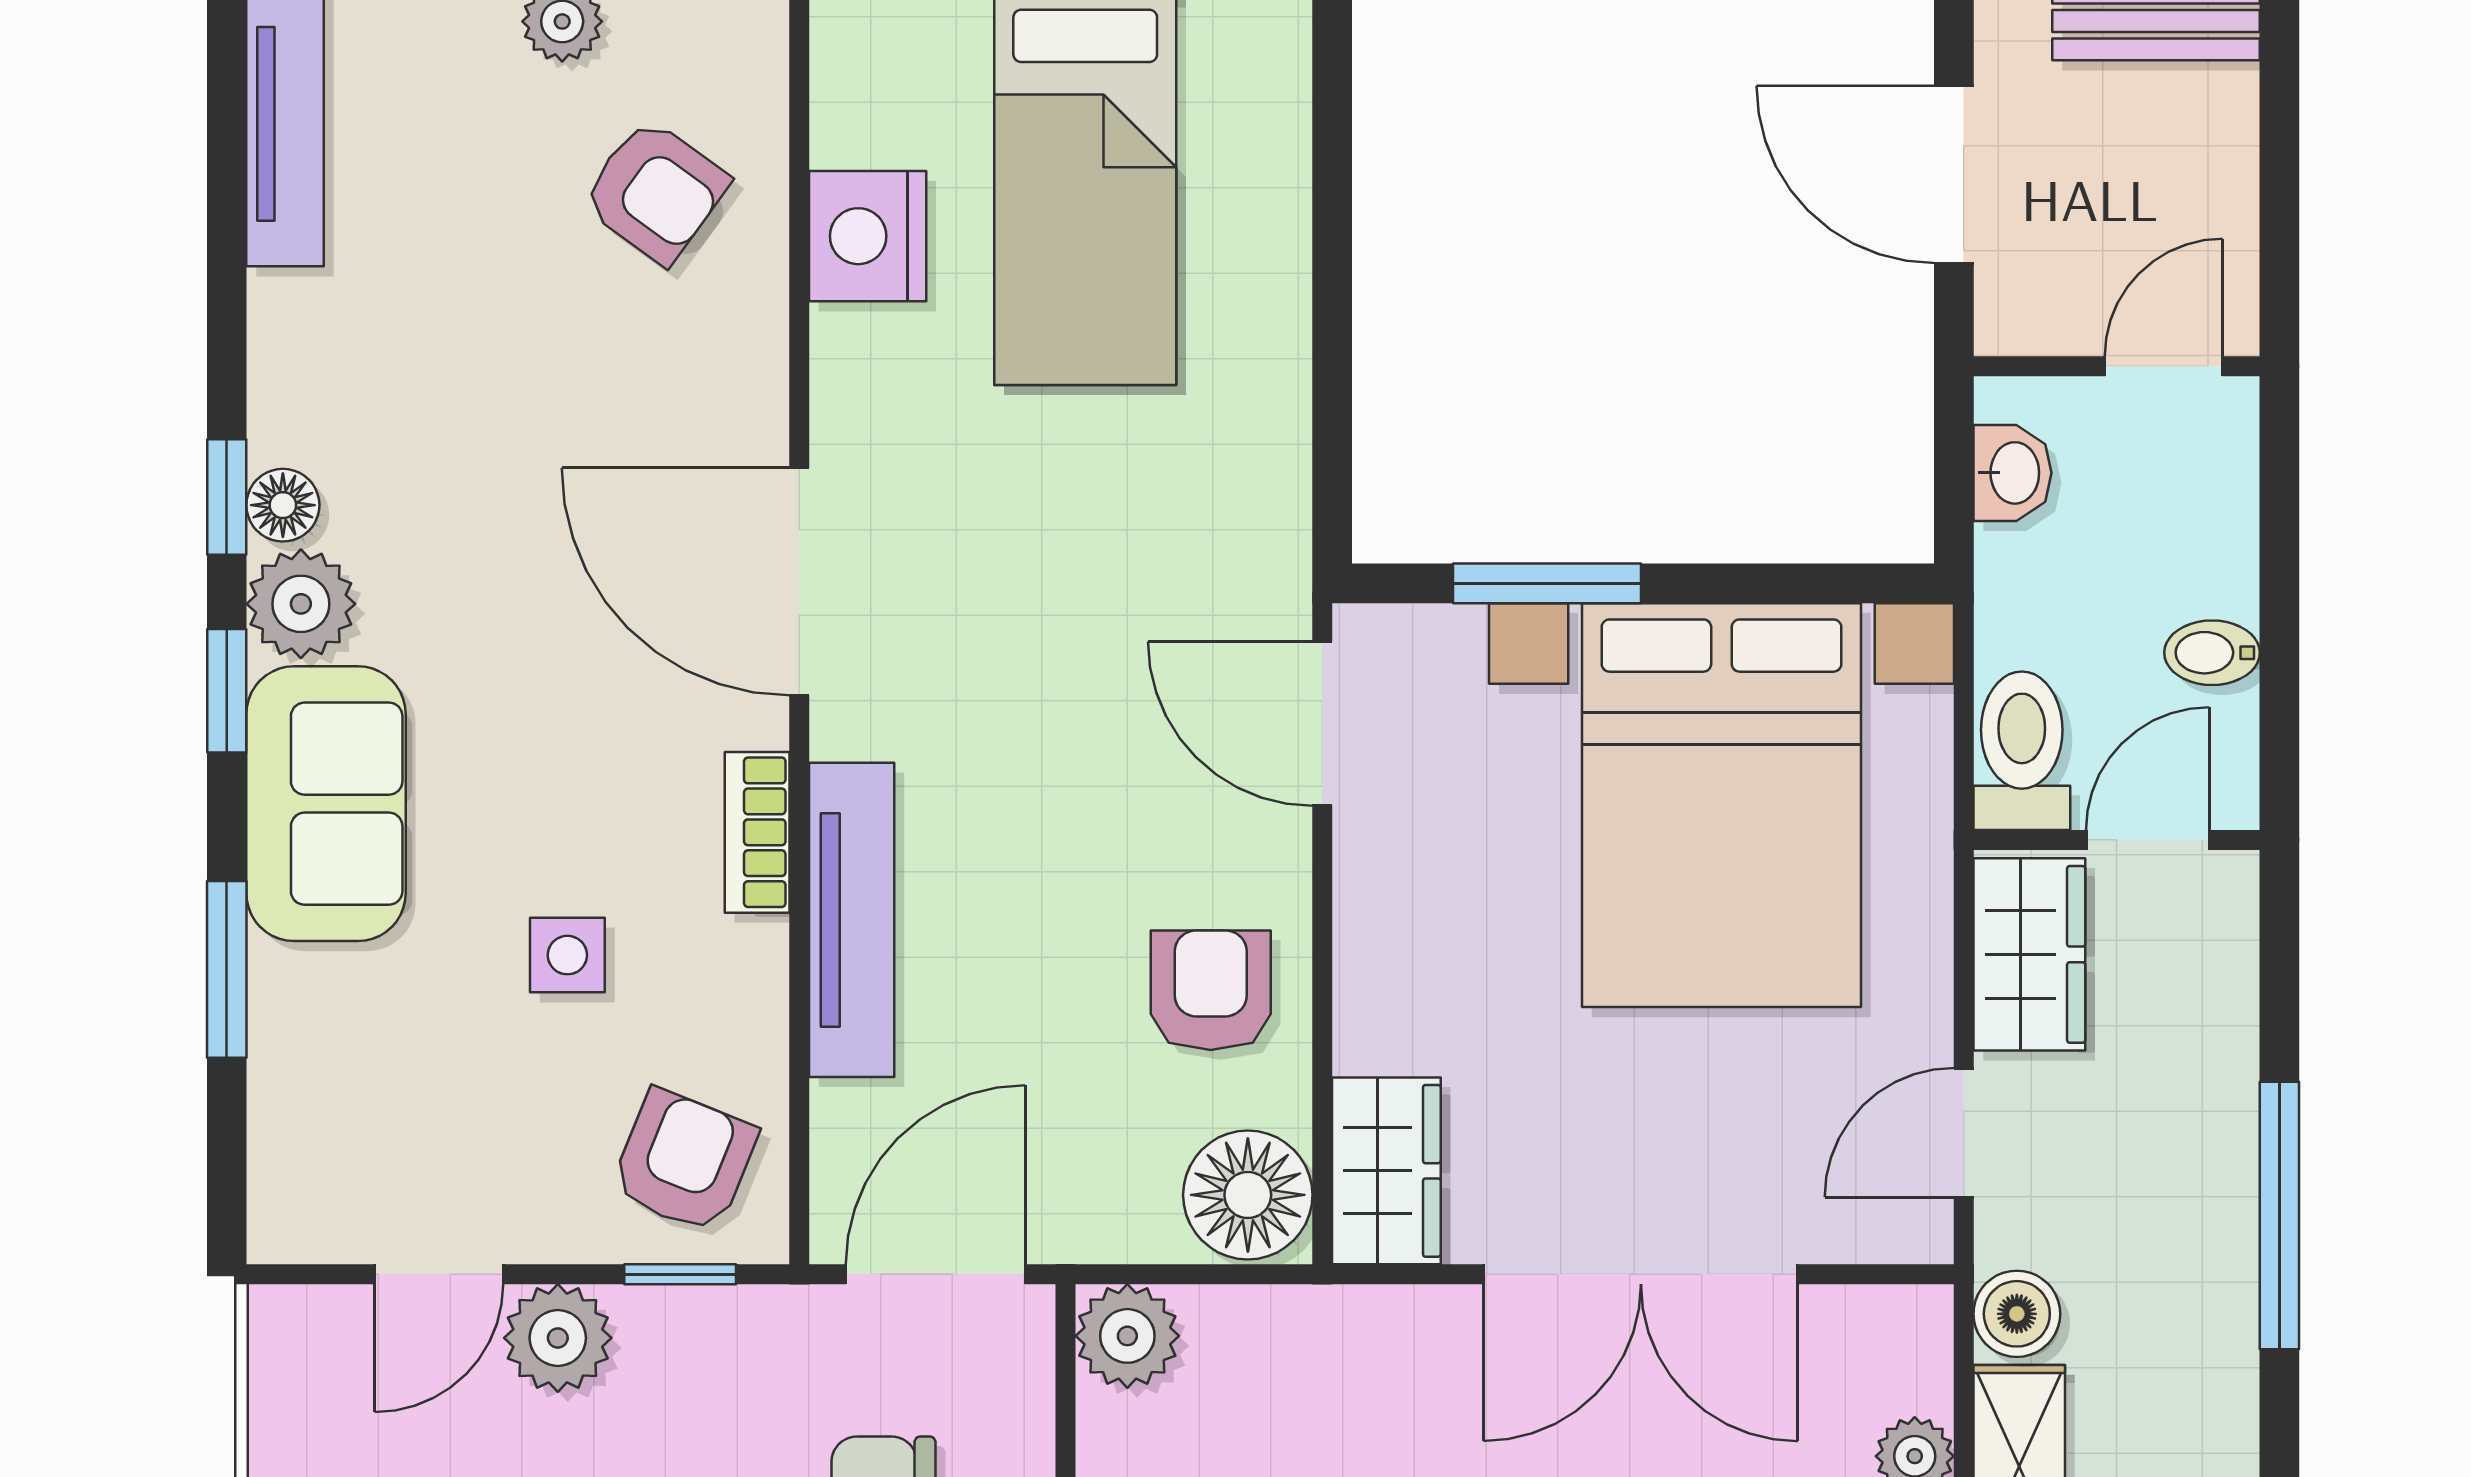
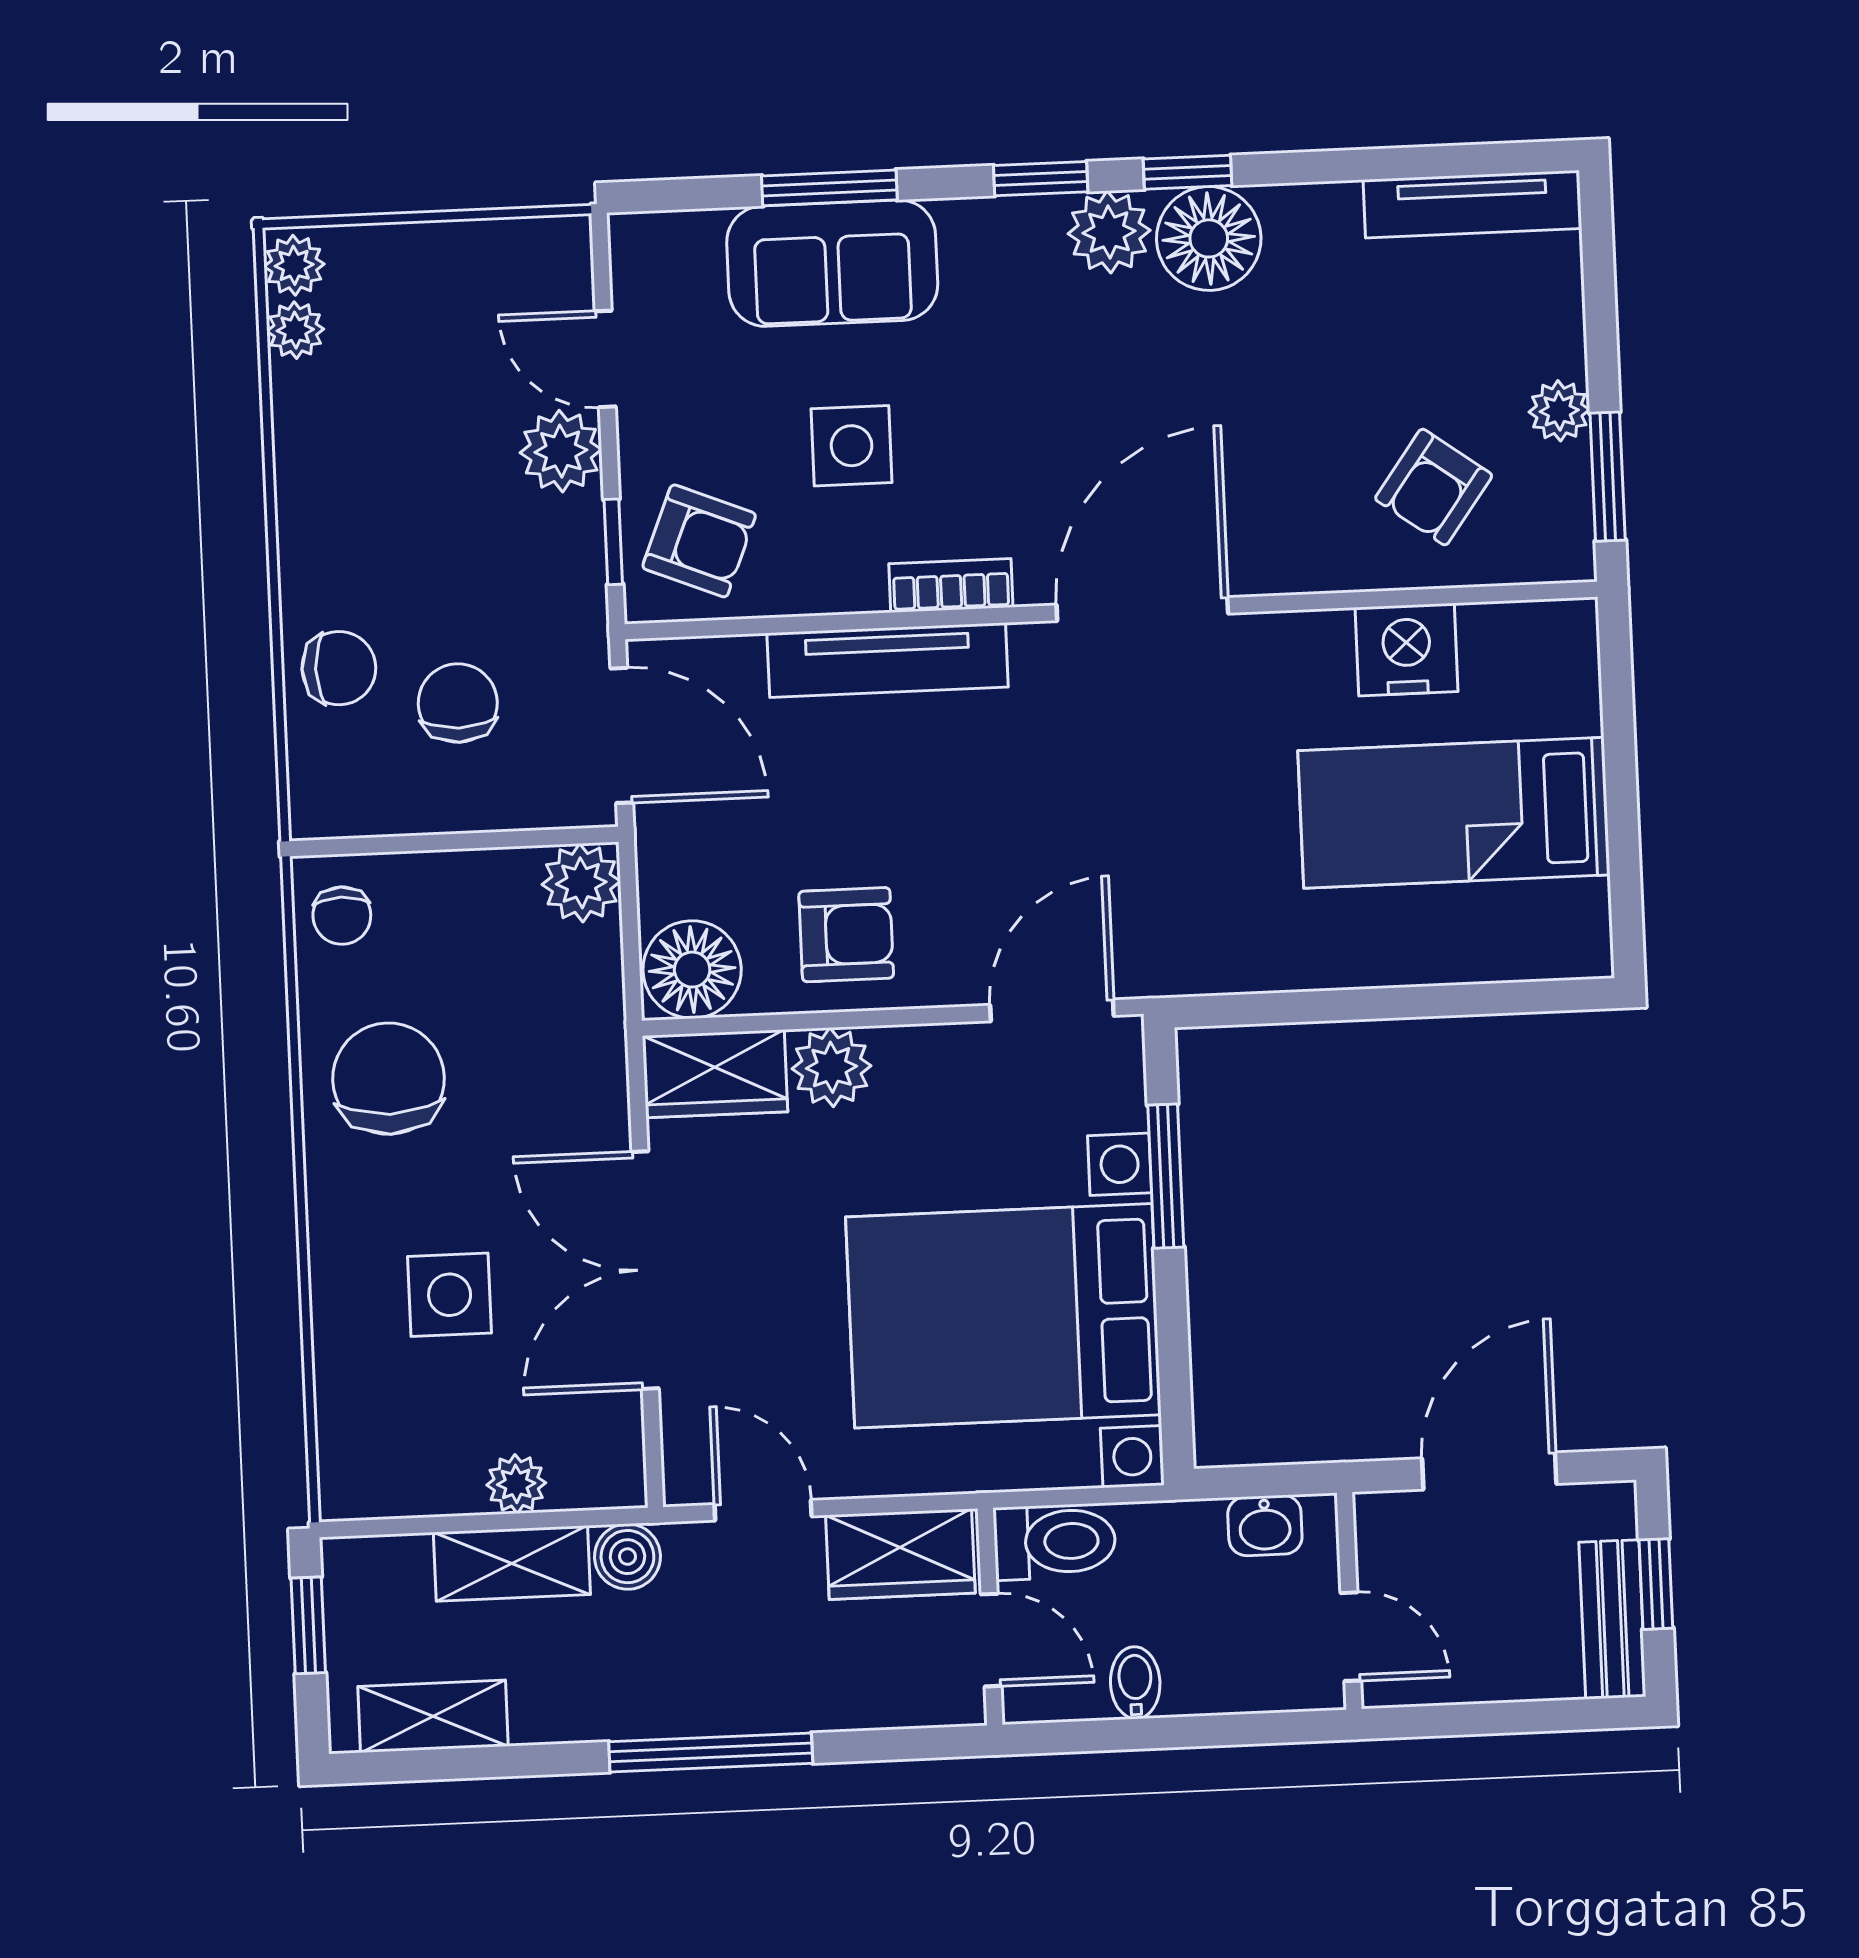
floor lamp: (283, 505) -> (1209, 238), width x1.89, depth x1.89
sofa: (326, 804) -> (832, 263), moved
side table: (567, 955) -> (852, 446), width x1.37, depth x1.37
plant: (1384, 1017) -> (832, 1067), added

